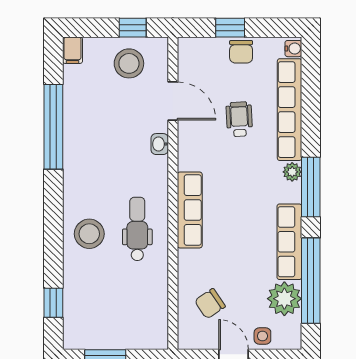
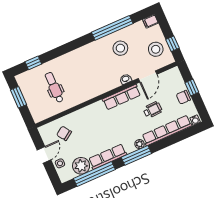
row of seats: (190, 210) -> (121, 97), moved
dental chair: (137, 229) -> (54, 87), moved, turned -90
stool: (89, 234) -> (120, 48), moved

